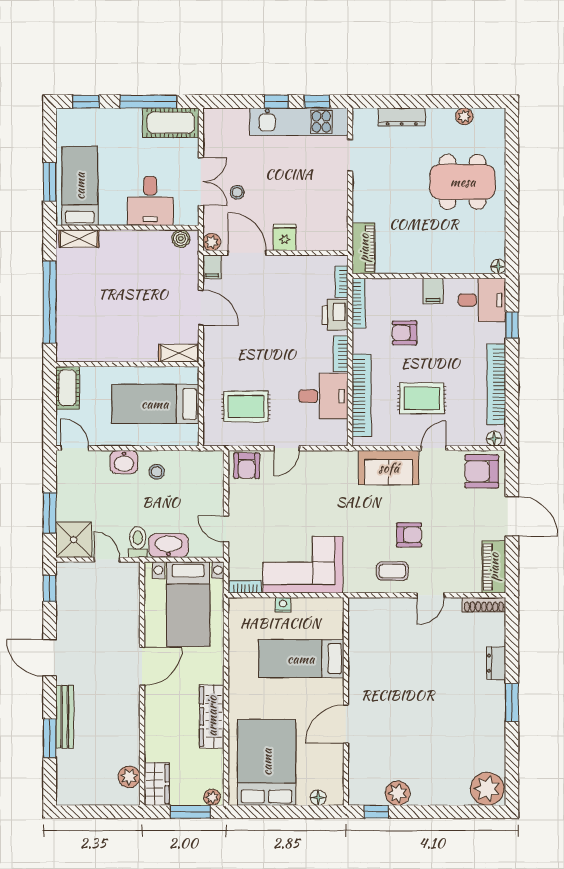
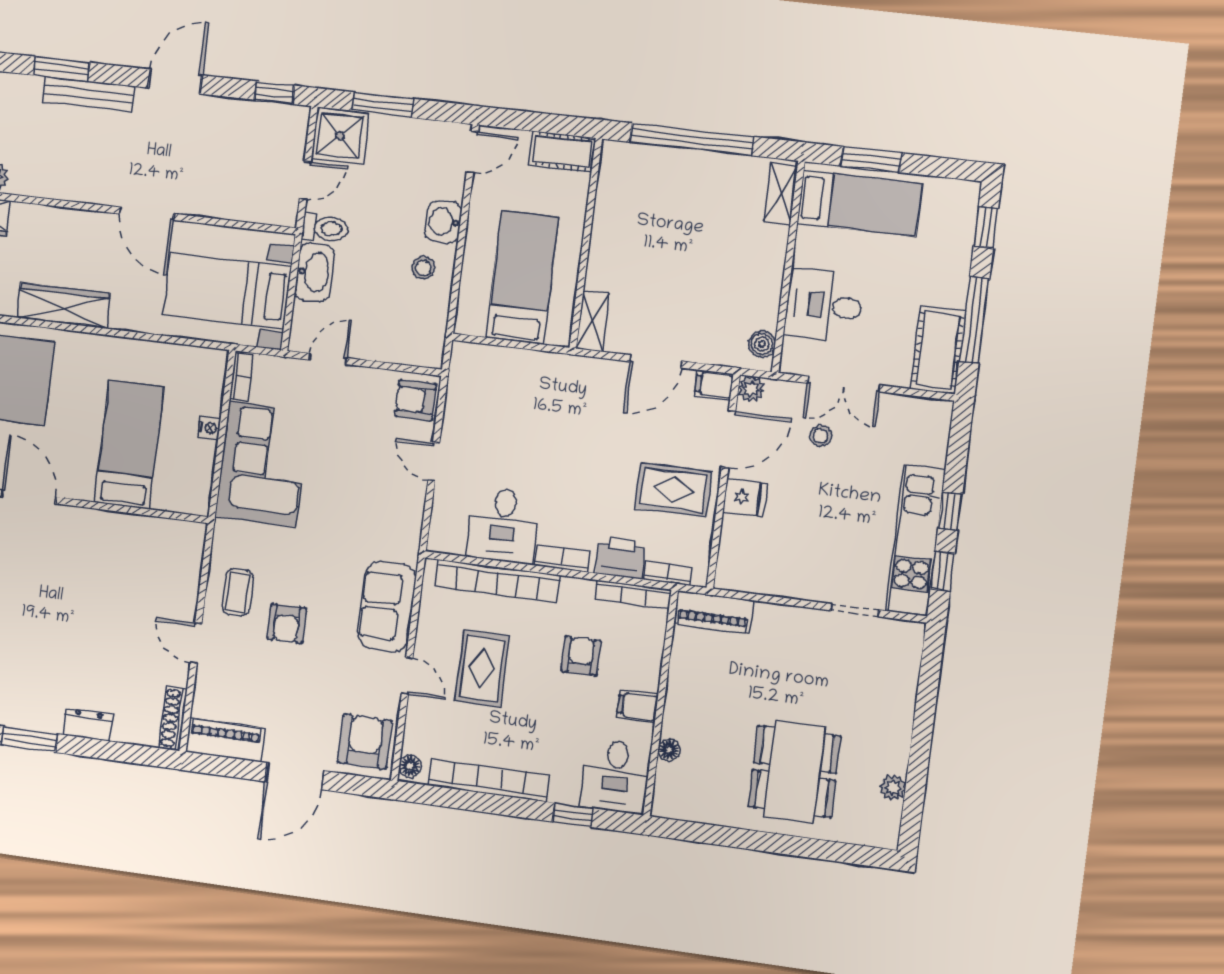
dresser: (402, 117) -> (903, 695), removed
floor lamp: (498, 267) -> (669, 750), moved
rug: (246, 407) -> (673, 490), moved, turned 90

